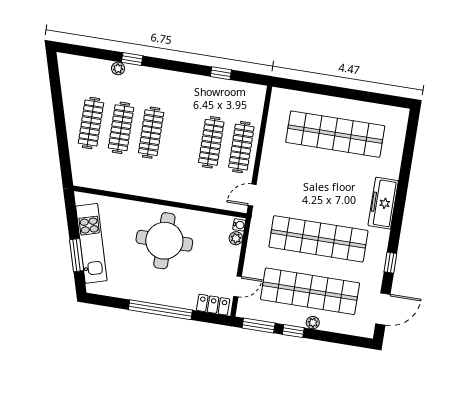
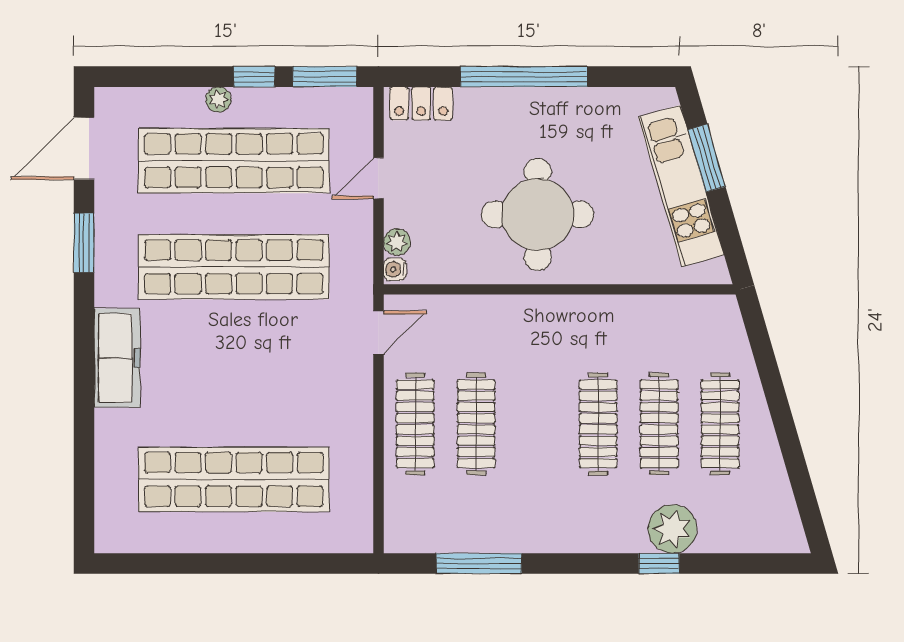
plant: (118, 68) -> (672, 529), width x1.88, depth x1.88
window: (221, 73) -> (479, 563), width x2.17
window: (390, 263) -> (84, 243), width x1.50
door: (238, 286) -> (378, 178), moved

